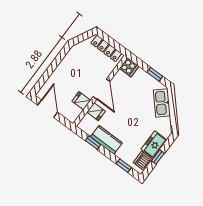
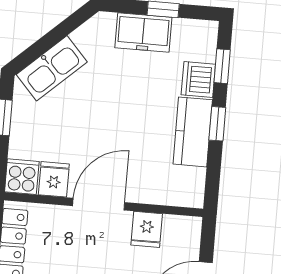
fridge: (96, 112) -> (54, 179), moved
window: (93, 143) -> (217, 124), moved
dishwasher: (143, 161) -> (198, 79), moved, turned 90

